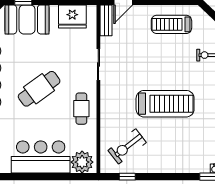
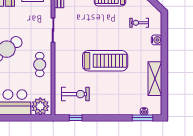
exercise bike: (127, 146) -> (75, 94), turned -142

